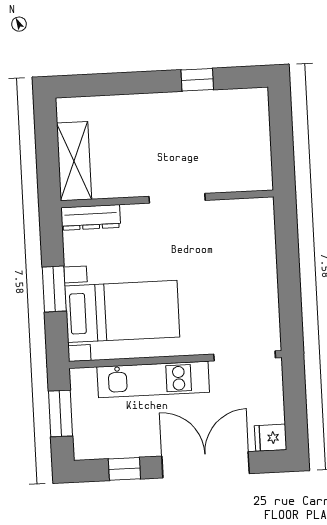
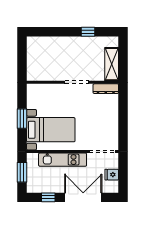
shelving: (74, 161) -> (112, 64), moved
dresser: (91, 217) -> (106, 89), moved
fridge: (271, 438) -> (112, 175), moved

